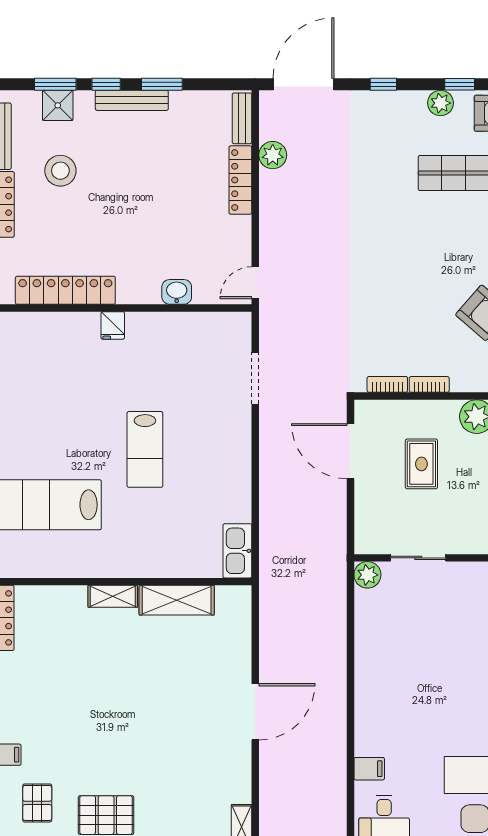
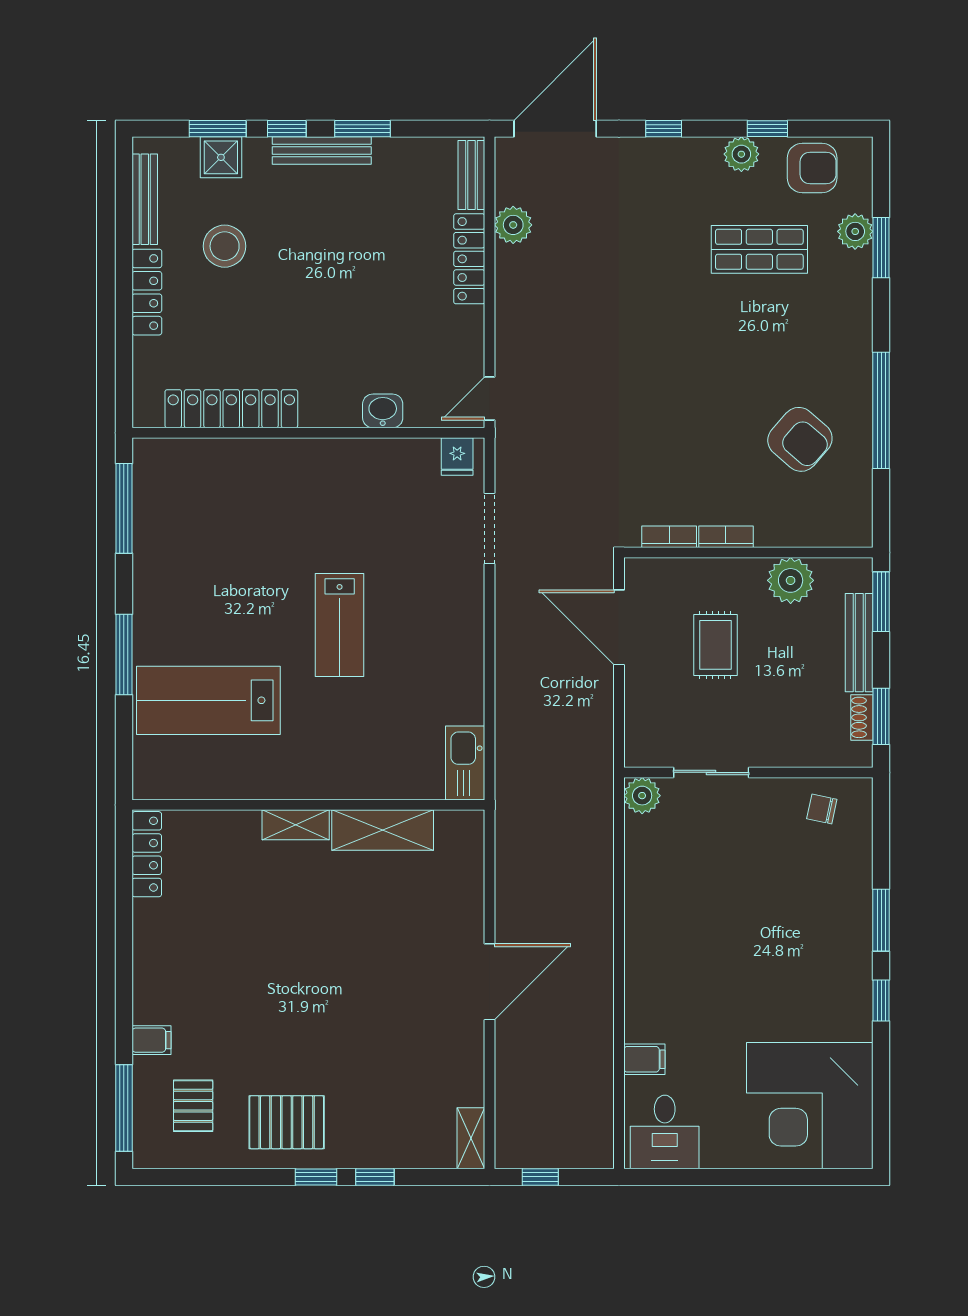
fridge: (113, 325) -> (457, 456), moved

